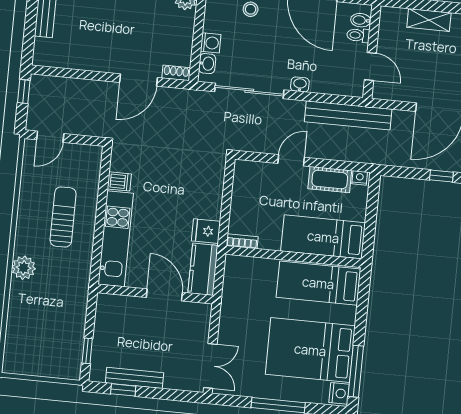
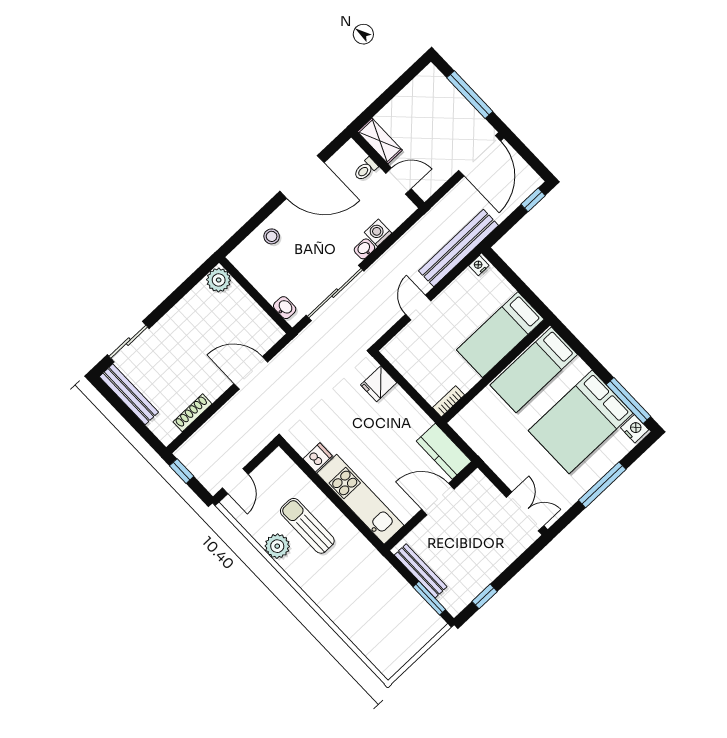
bidet: (361, 20) -> (355, 157), removed
shelving: (429, 20) -> (380, 141), moved, turned 90
washing machine: (211, 43) -> (378, 233), moved, turned -90
shoe rack: (176, 73) -> (192, 413), moved, width x1.43
door: (139, 80) -> (251, 373), swing flipped
bench: (348, 115) -> (459, 248), moved
cot: (330, 180) -> (460, 290), removed
fridge: (206, 231) -> (379, 384), moved
plant: (24, 268) -> (277, 546), moved
window: (87, 351) -> (429, 598), width x1.50
bench: (134, 378) -> (421, 571), moved, turned 90

